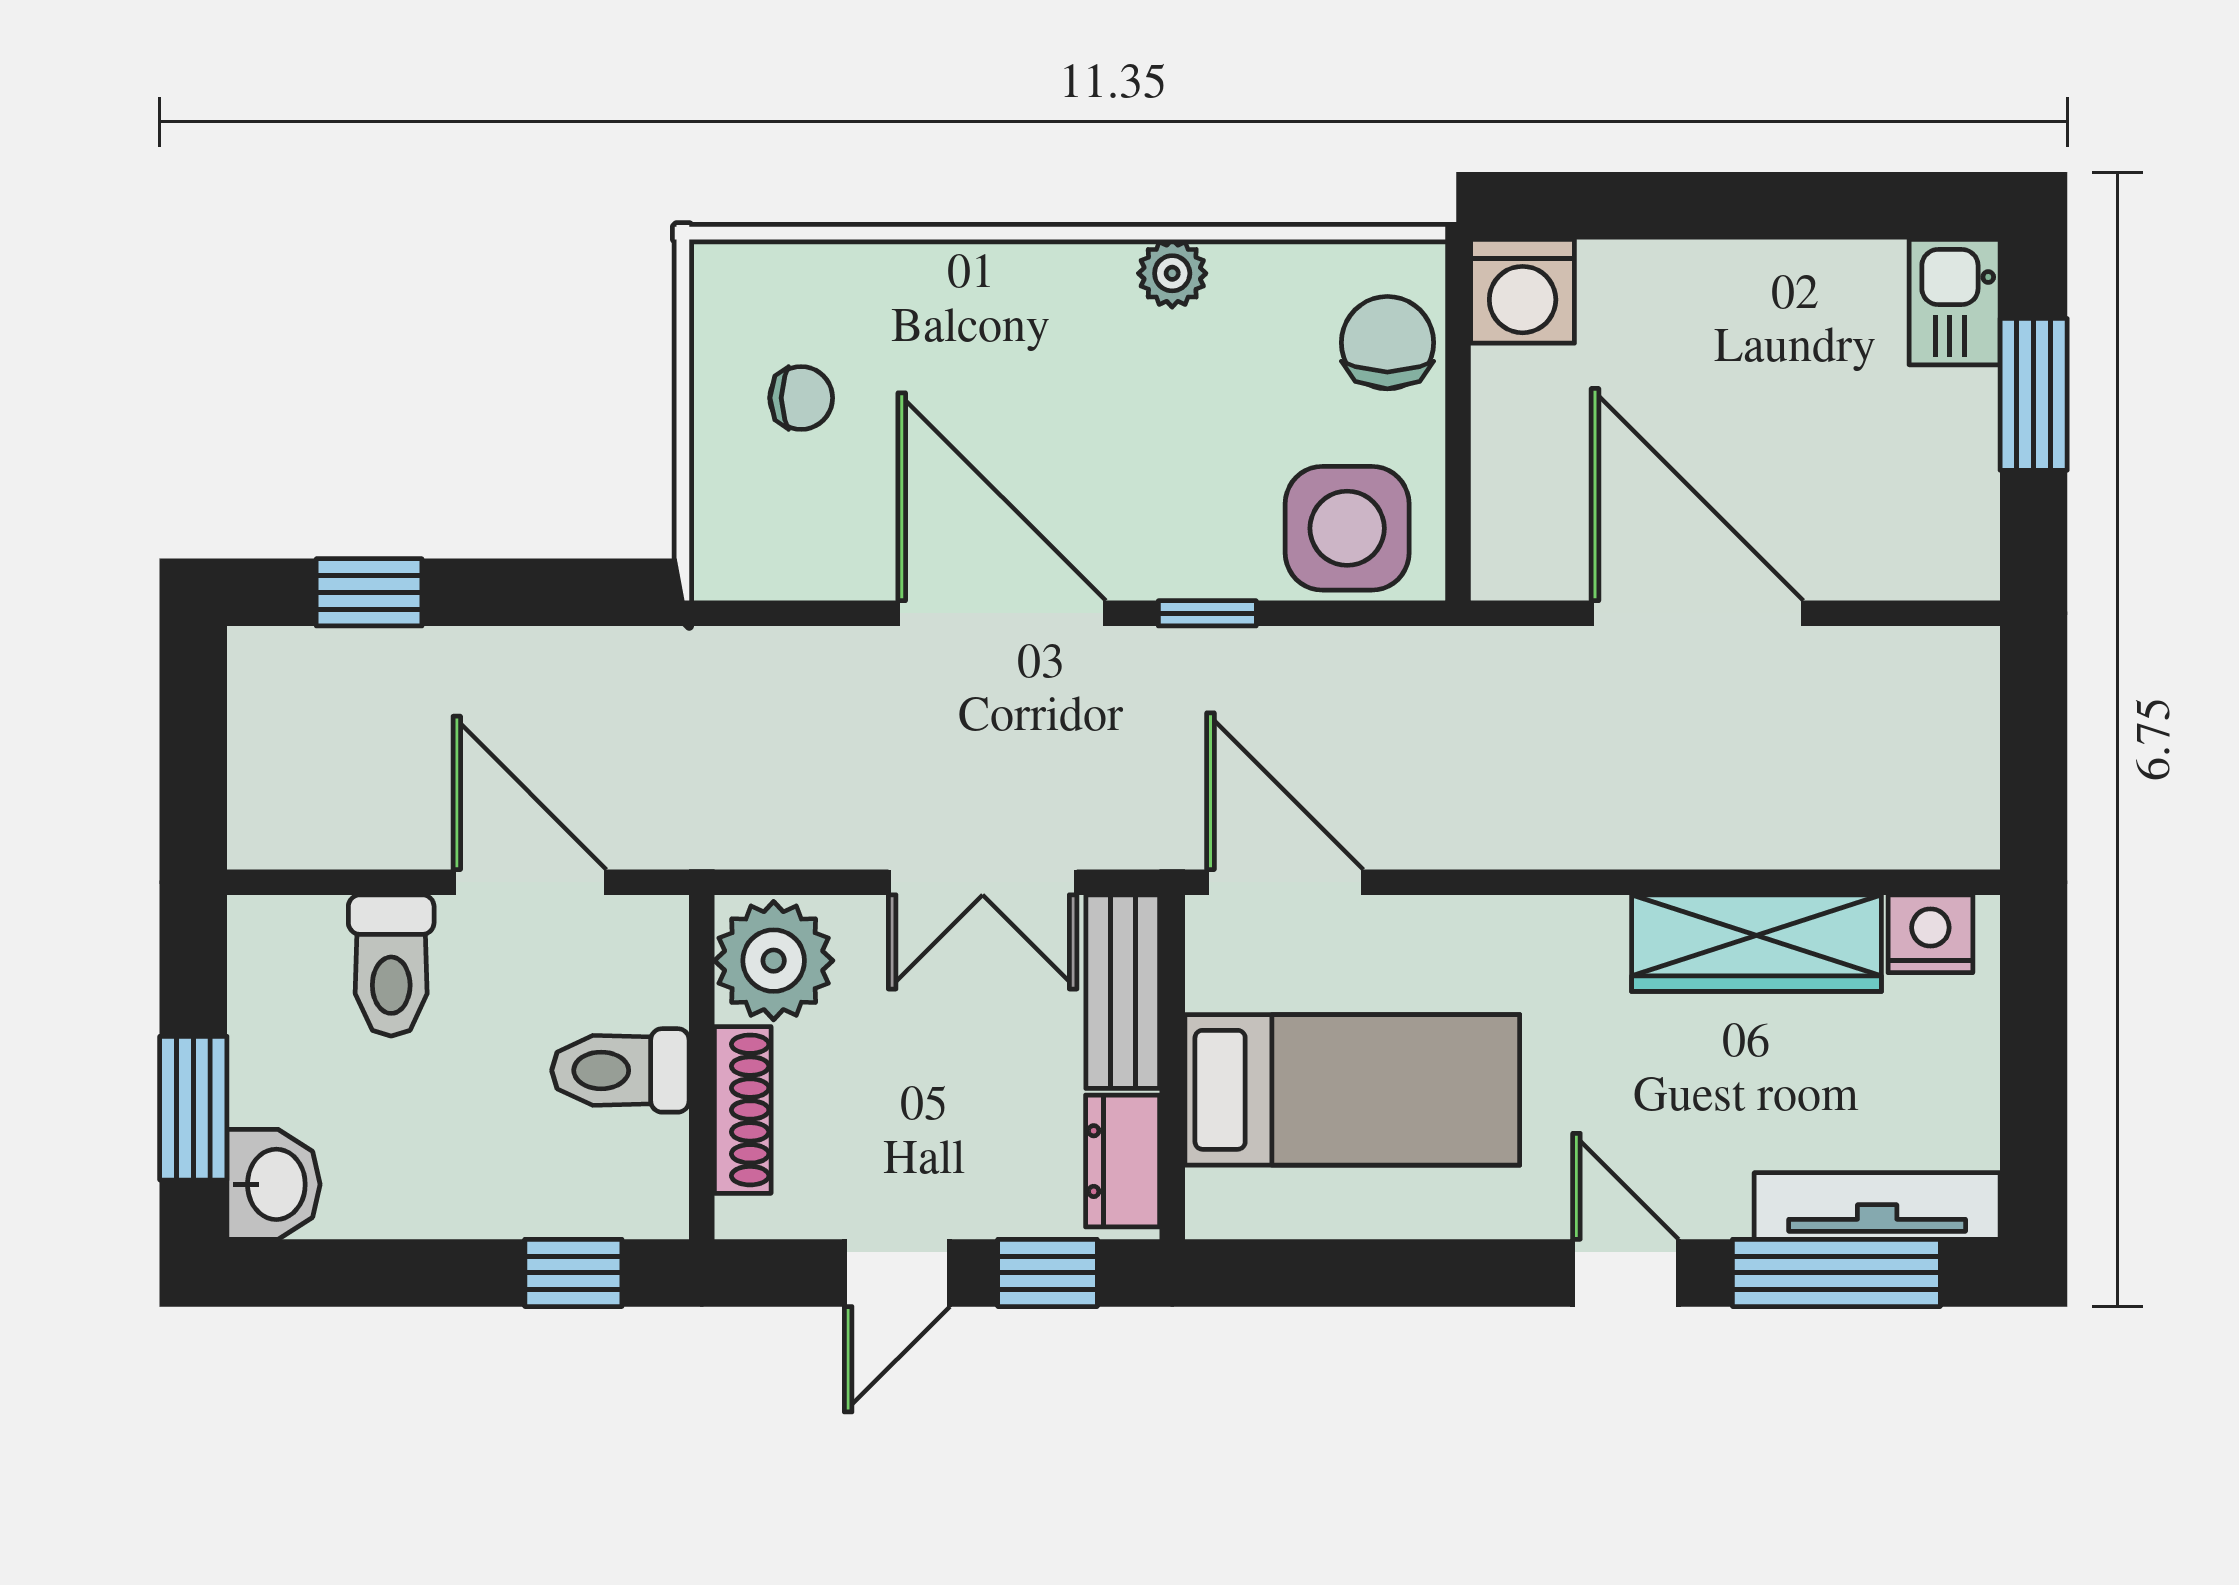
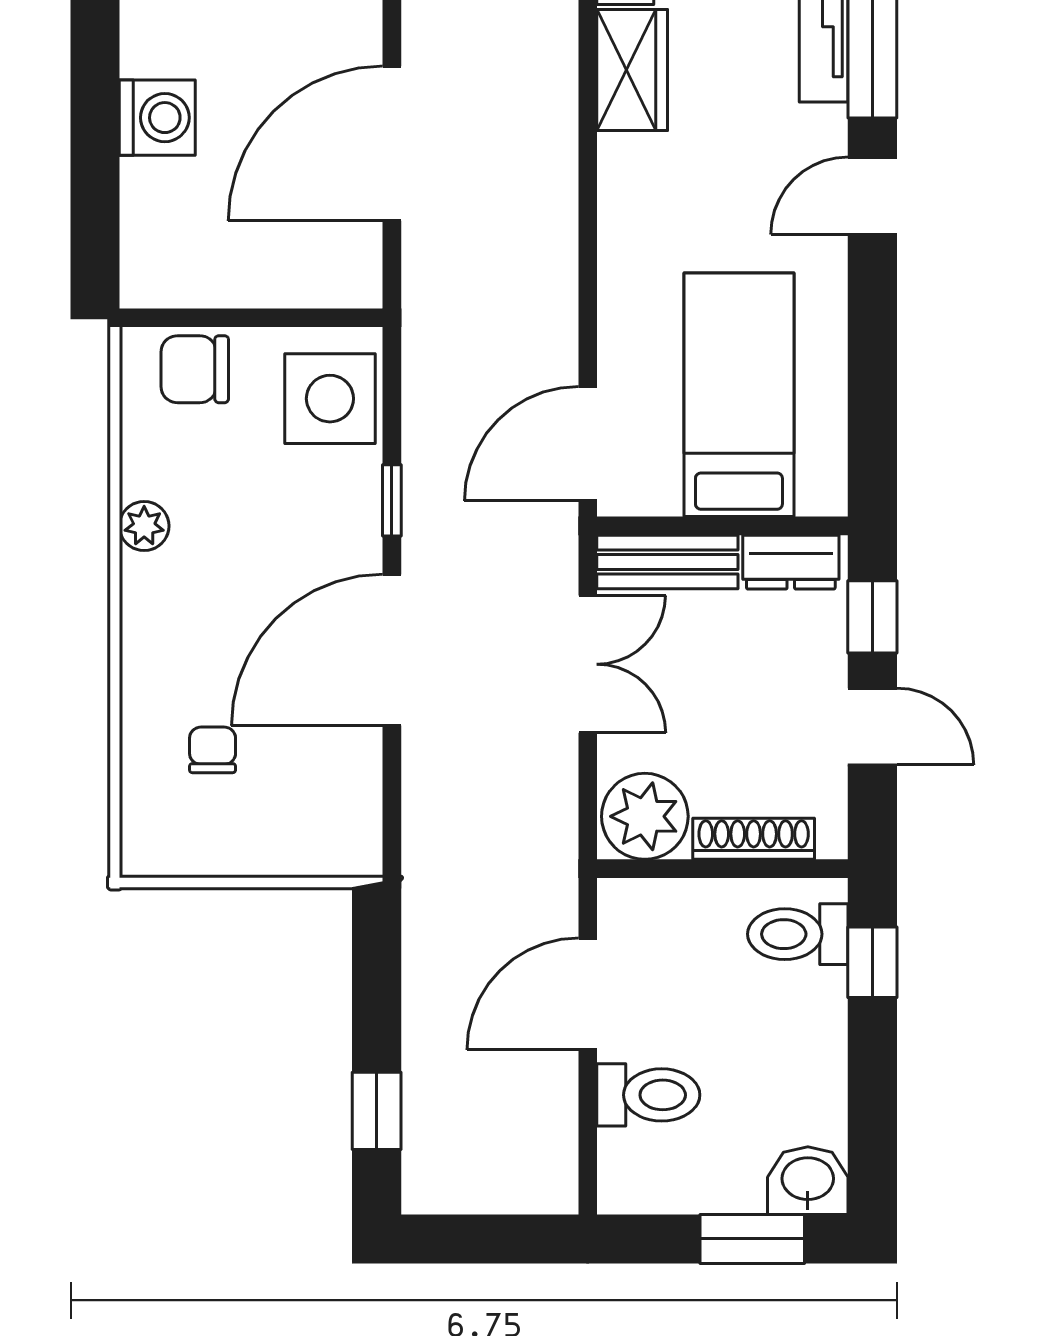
washing machine: (1523, 291) -> (157, 118), moved
chair: (801, 398) -> (213, 750), moved
wardrobe: (1756, 943) -> (632, 70), width x0.67
toilet: (620, 1070) -> (798, 934), moved, turned 90

